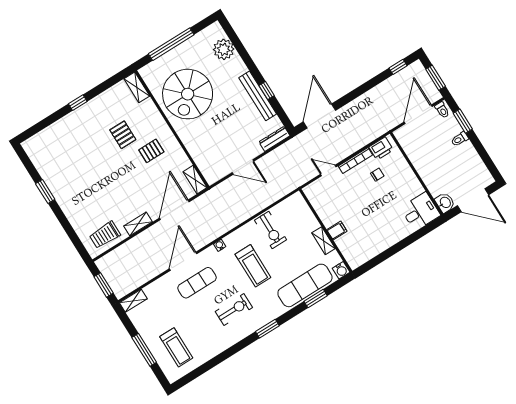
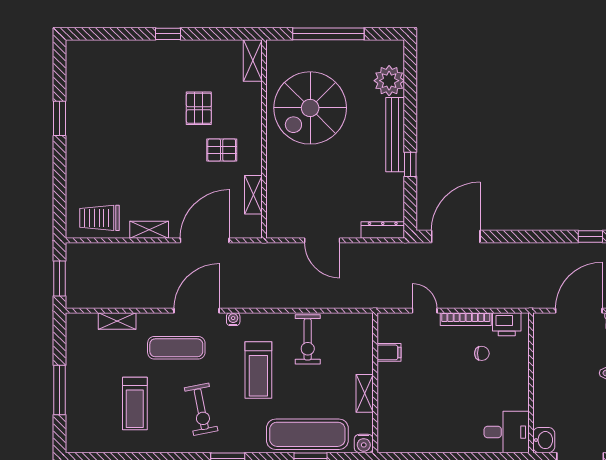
bench: (258, 96) -> (395, 135), moved
shelving: (195, 180) -> (253, 195), moved
filing cabinet: (337, 231) -> (389, 352), moved
door: (183, 261) -> (197, 311), moved
shelving: (133, 301) -> (117, 321), moved
exercise bike: (234, 310) -> (201, 409), turned 79
treadmill: (176, 347) -> (135, 404), moved

